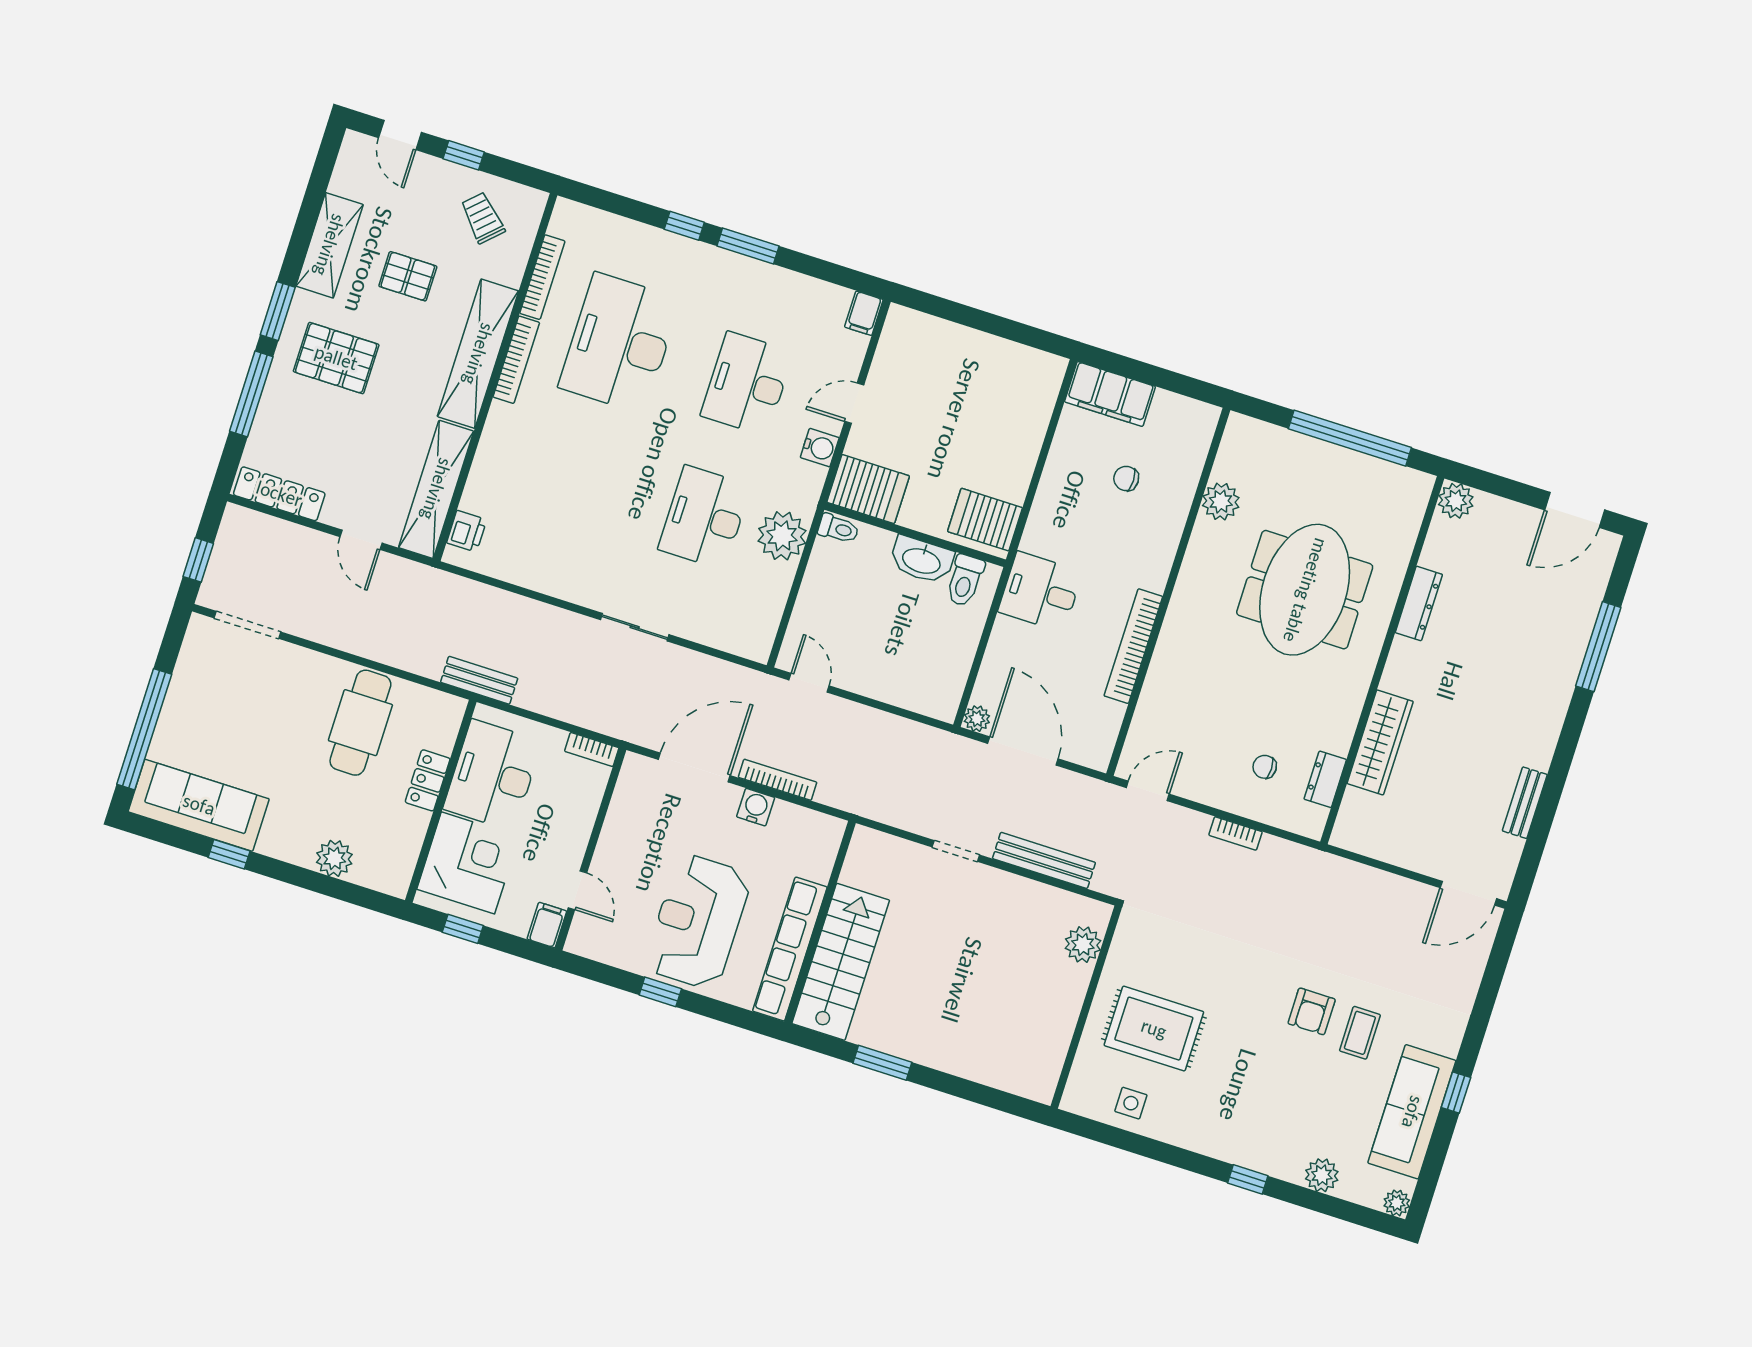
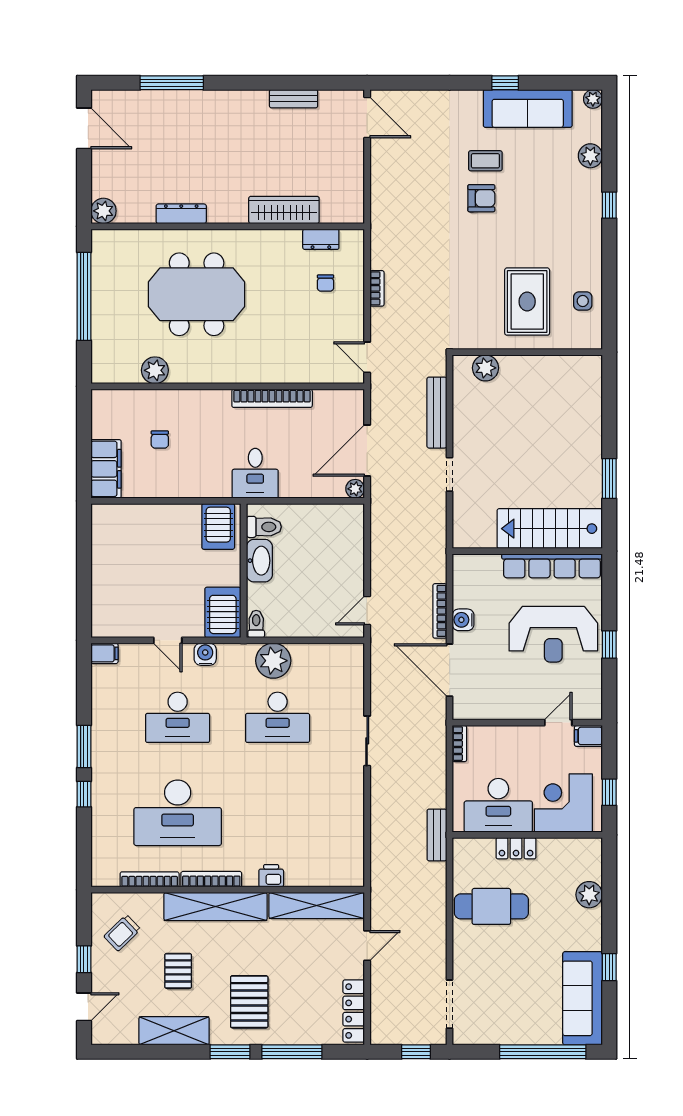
printer: (467, 531) -> (271, 876), moved

